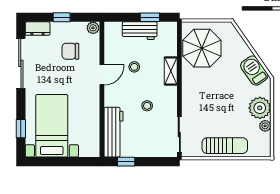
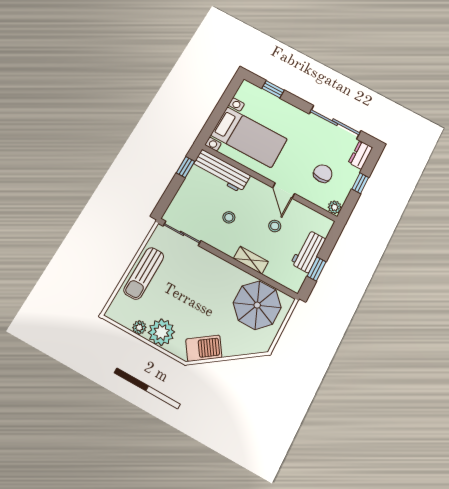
bed with nightstands: (52, 126) -> (249, 137), moved

